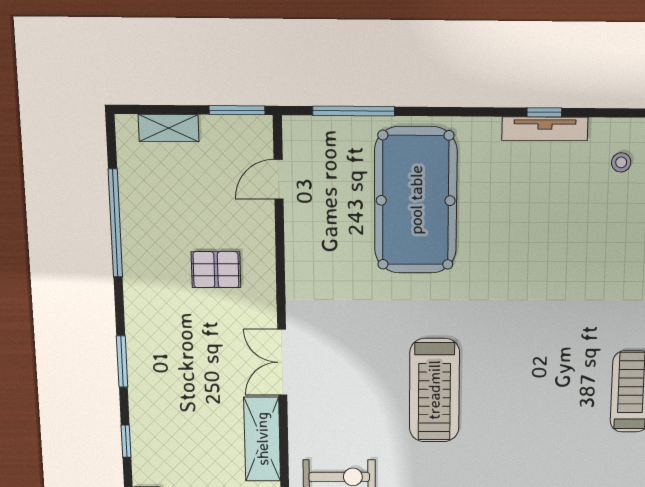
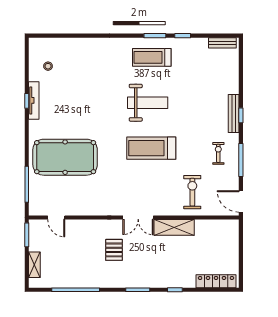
pallet: (216, 270) -> (114, 250), moved
weight bench: (533, 383) -> (148, 103), added
treadmill: (434, 390) -> (151, 148), turned 180

